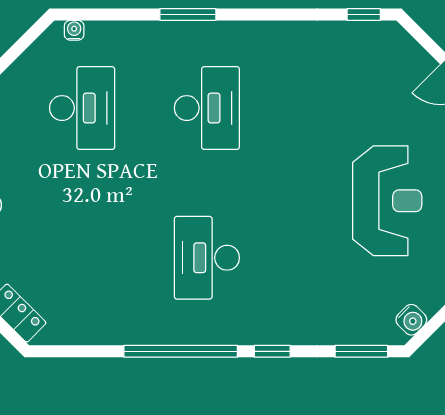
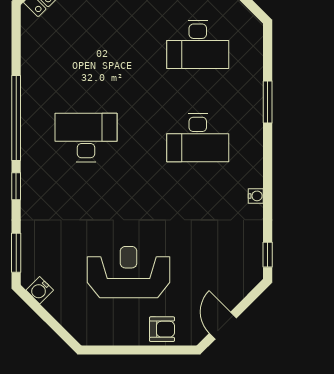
window: (188, 15) -> (268, 102), moved
water cooler: (74, 30) -> (256, 196), moved
reception desk: (387, 201) -> (129, 272), turned 180

